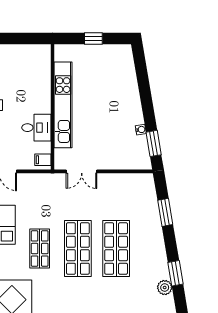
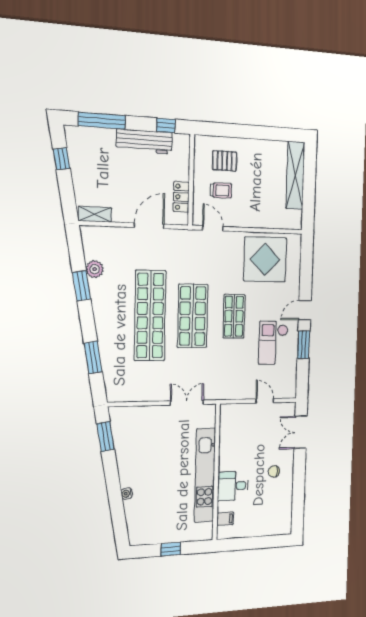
desk: (36, 128) -> (233, 486), moved
water cooler: (141, 130) -> (127, 494), moved
filing cabinet: (43, 160) -> (225, 519), moved
shop shelf: (116, 248) -> (150, 316), width x1.40

